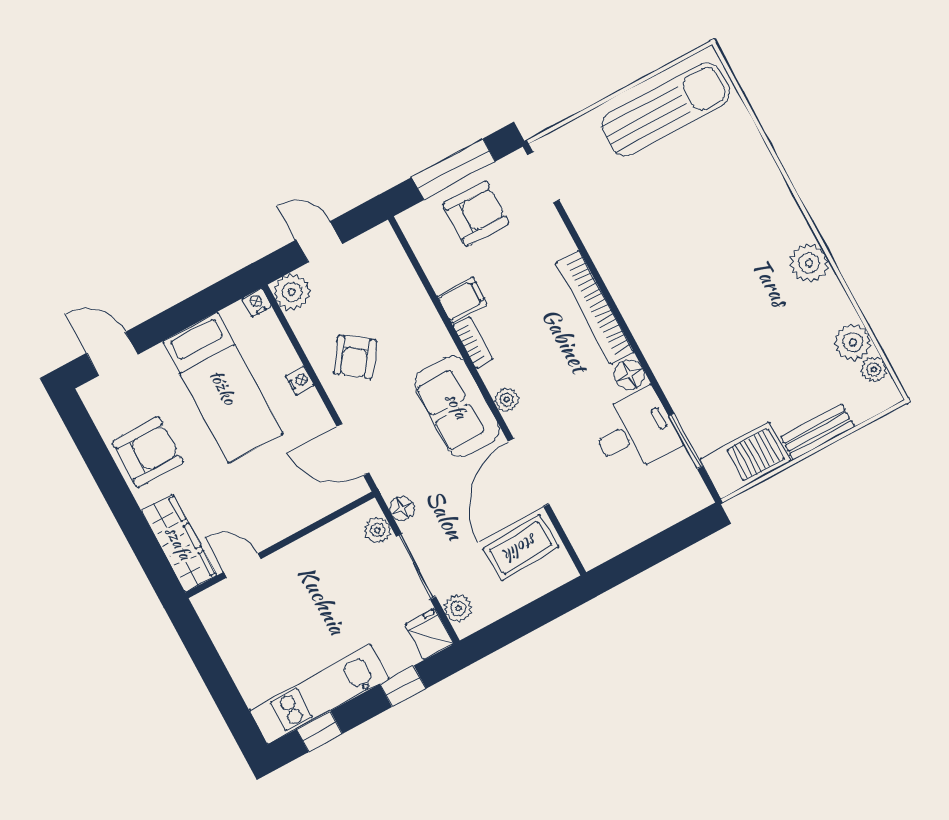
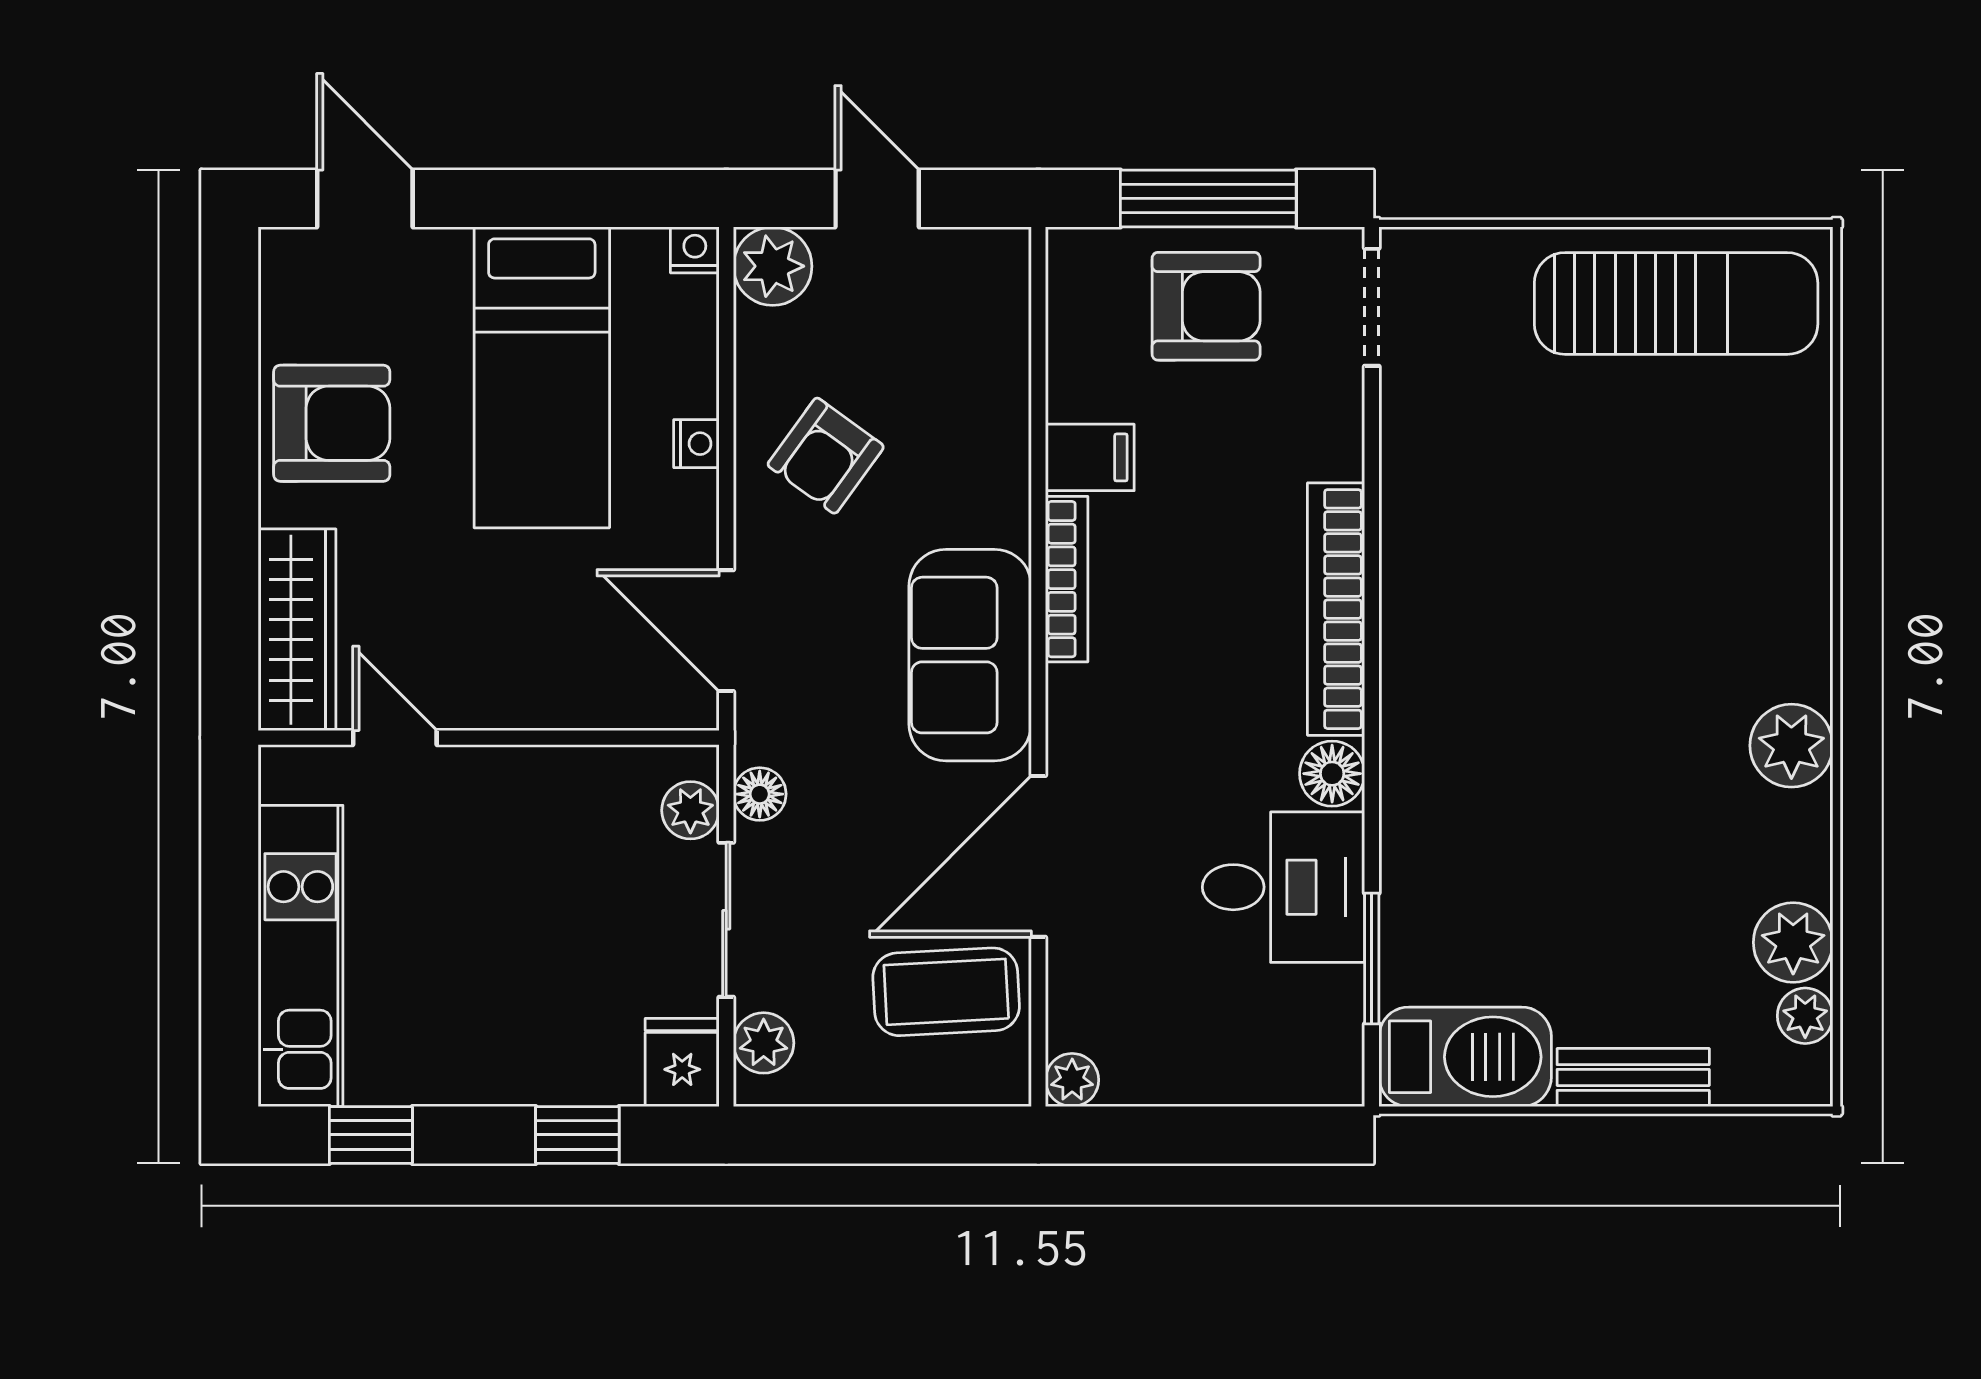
bookcase: (473, 342) -> (1067, 579), width x1.56
plant: (507, 400) -> (1072, 1080), moved
kitchen unit: (319, 694) -> (300, 956), moved, turned 90

